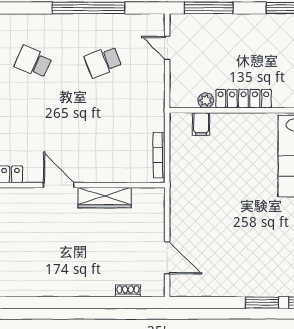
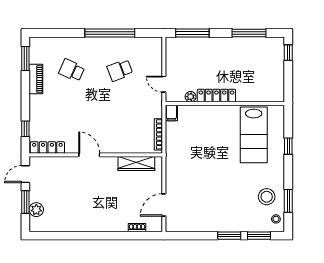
door: (167, 48) -> (164, 84), moved
filing cabinet: (201, 124) -> (171, 113), moved
wardrobe: (104, 198) -> (136, 164), moved
door: (167, 258) -> (164, 205), swing flipped

